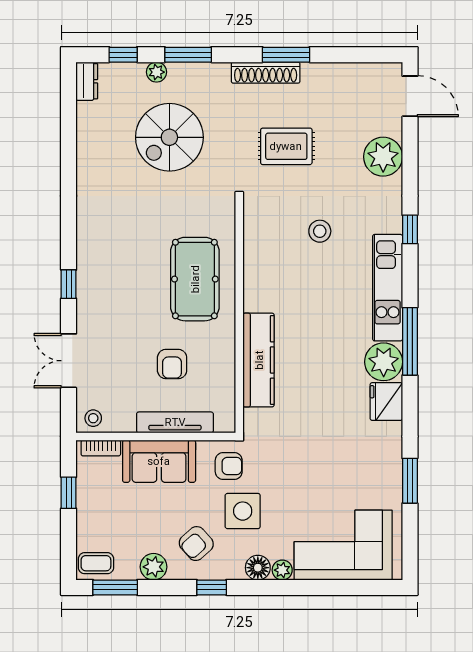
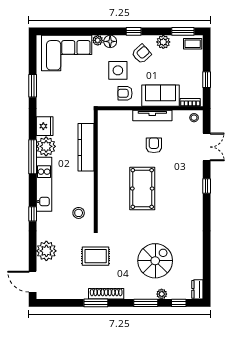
wall: (239, 316) -> (96, 170), moved
kitchen counter: (259, 360) -> (86, 147), moved

